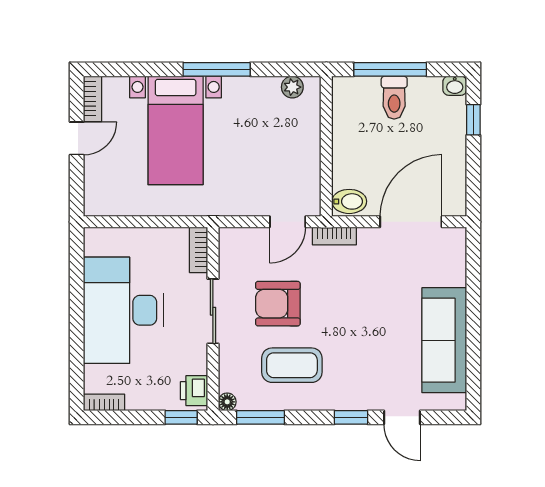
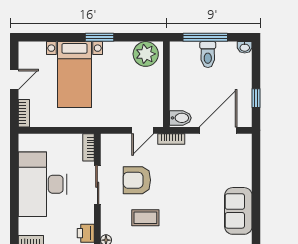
window: (217, 69) -> (99, 37), width x0.69
plant: (292, 87) -> (146, 54), width x1.88, depth x1.88
bookcase: (93, 99) -> (24, 113), moved
window: (473, 120) -> (256, 98), moved
sofa: (444, 340) -> (238, 211), width x0.73
coffee table: (292, 365) -> (145, 218), width x0.73, depth x0.77

